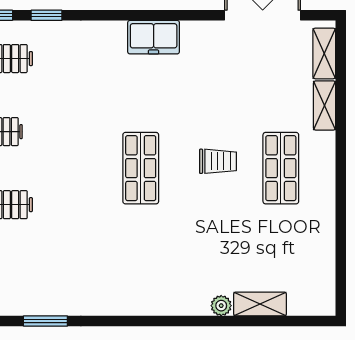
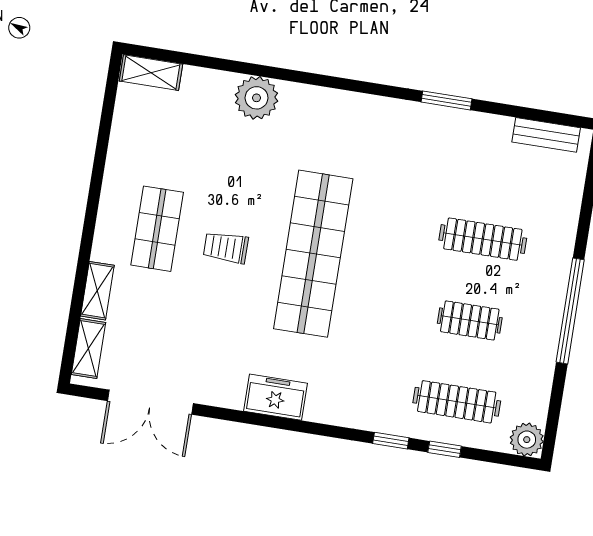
shop shelf: (141, 168) -> (313, 254), width x2.00, depth x1.36
shelving: (260, 304) -> (151, 73), moved
plant: (221, 306) -> (257, 98), width x1.88, depth x1.88

